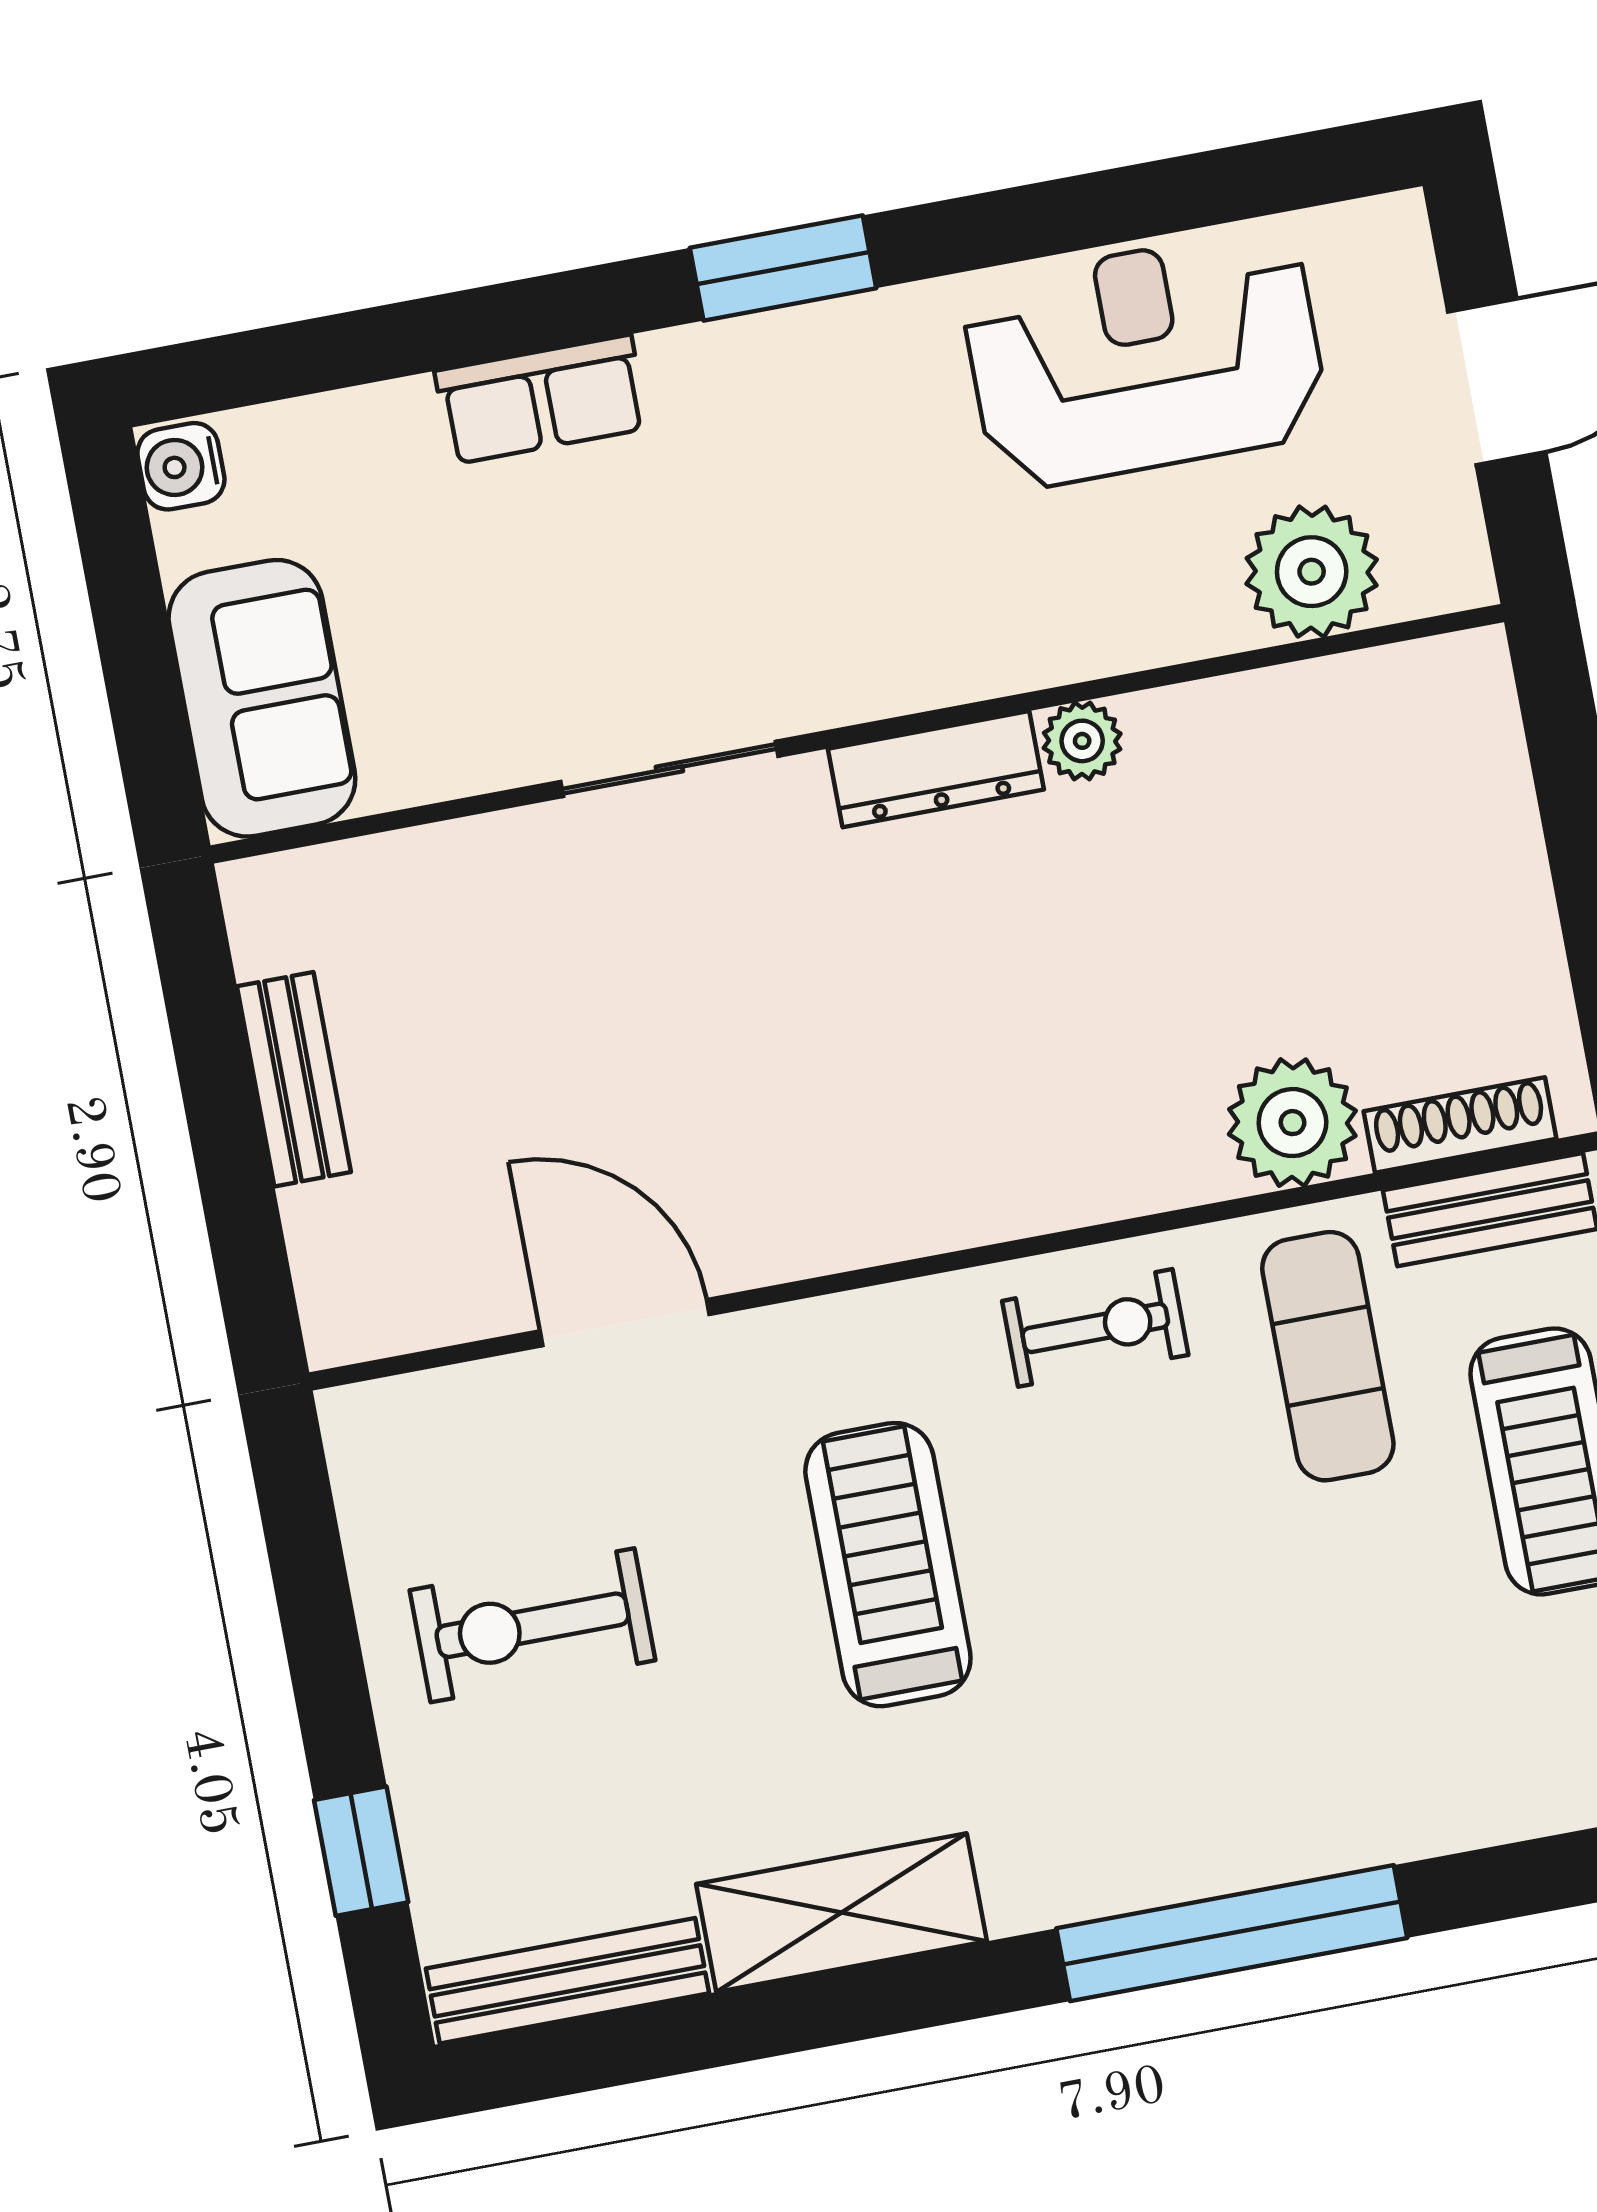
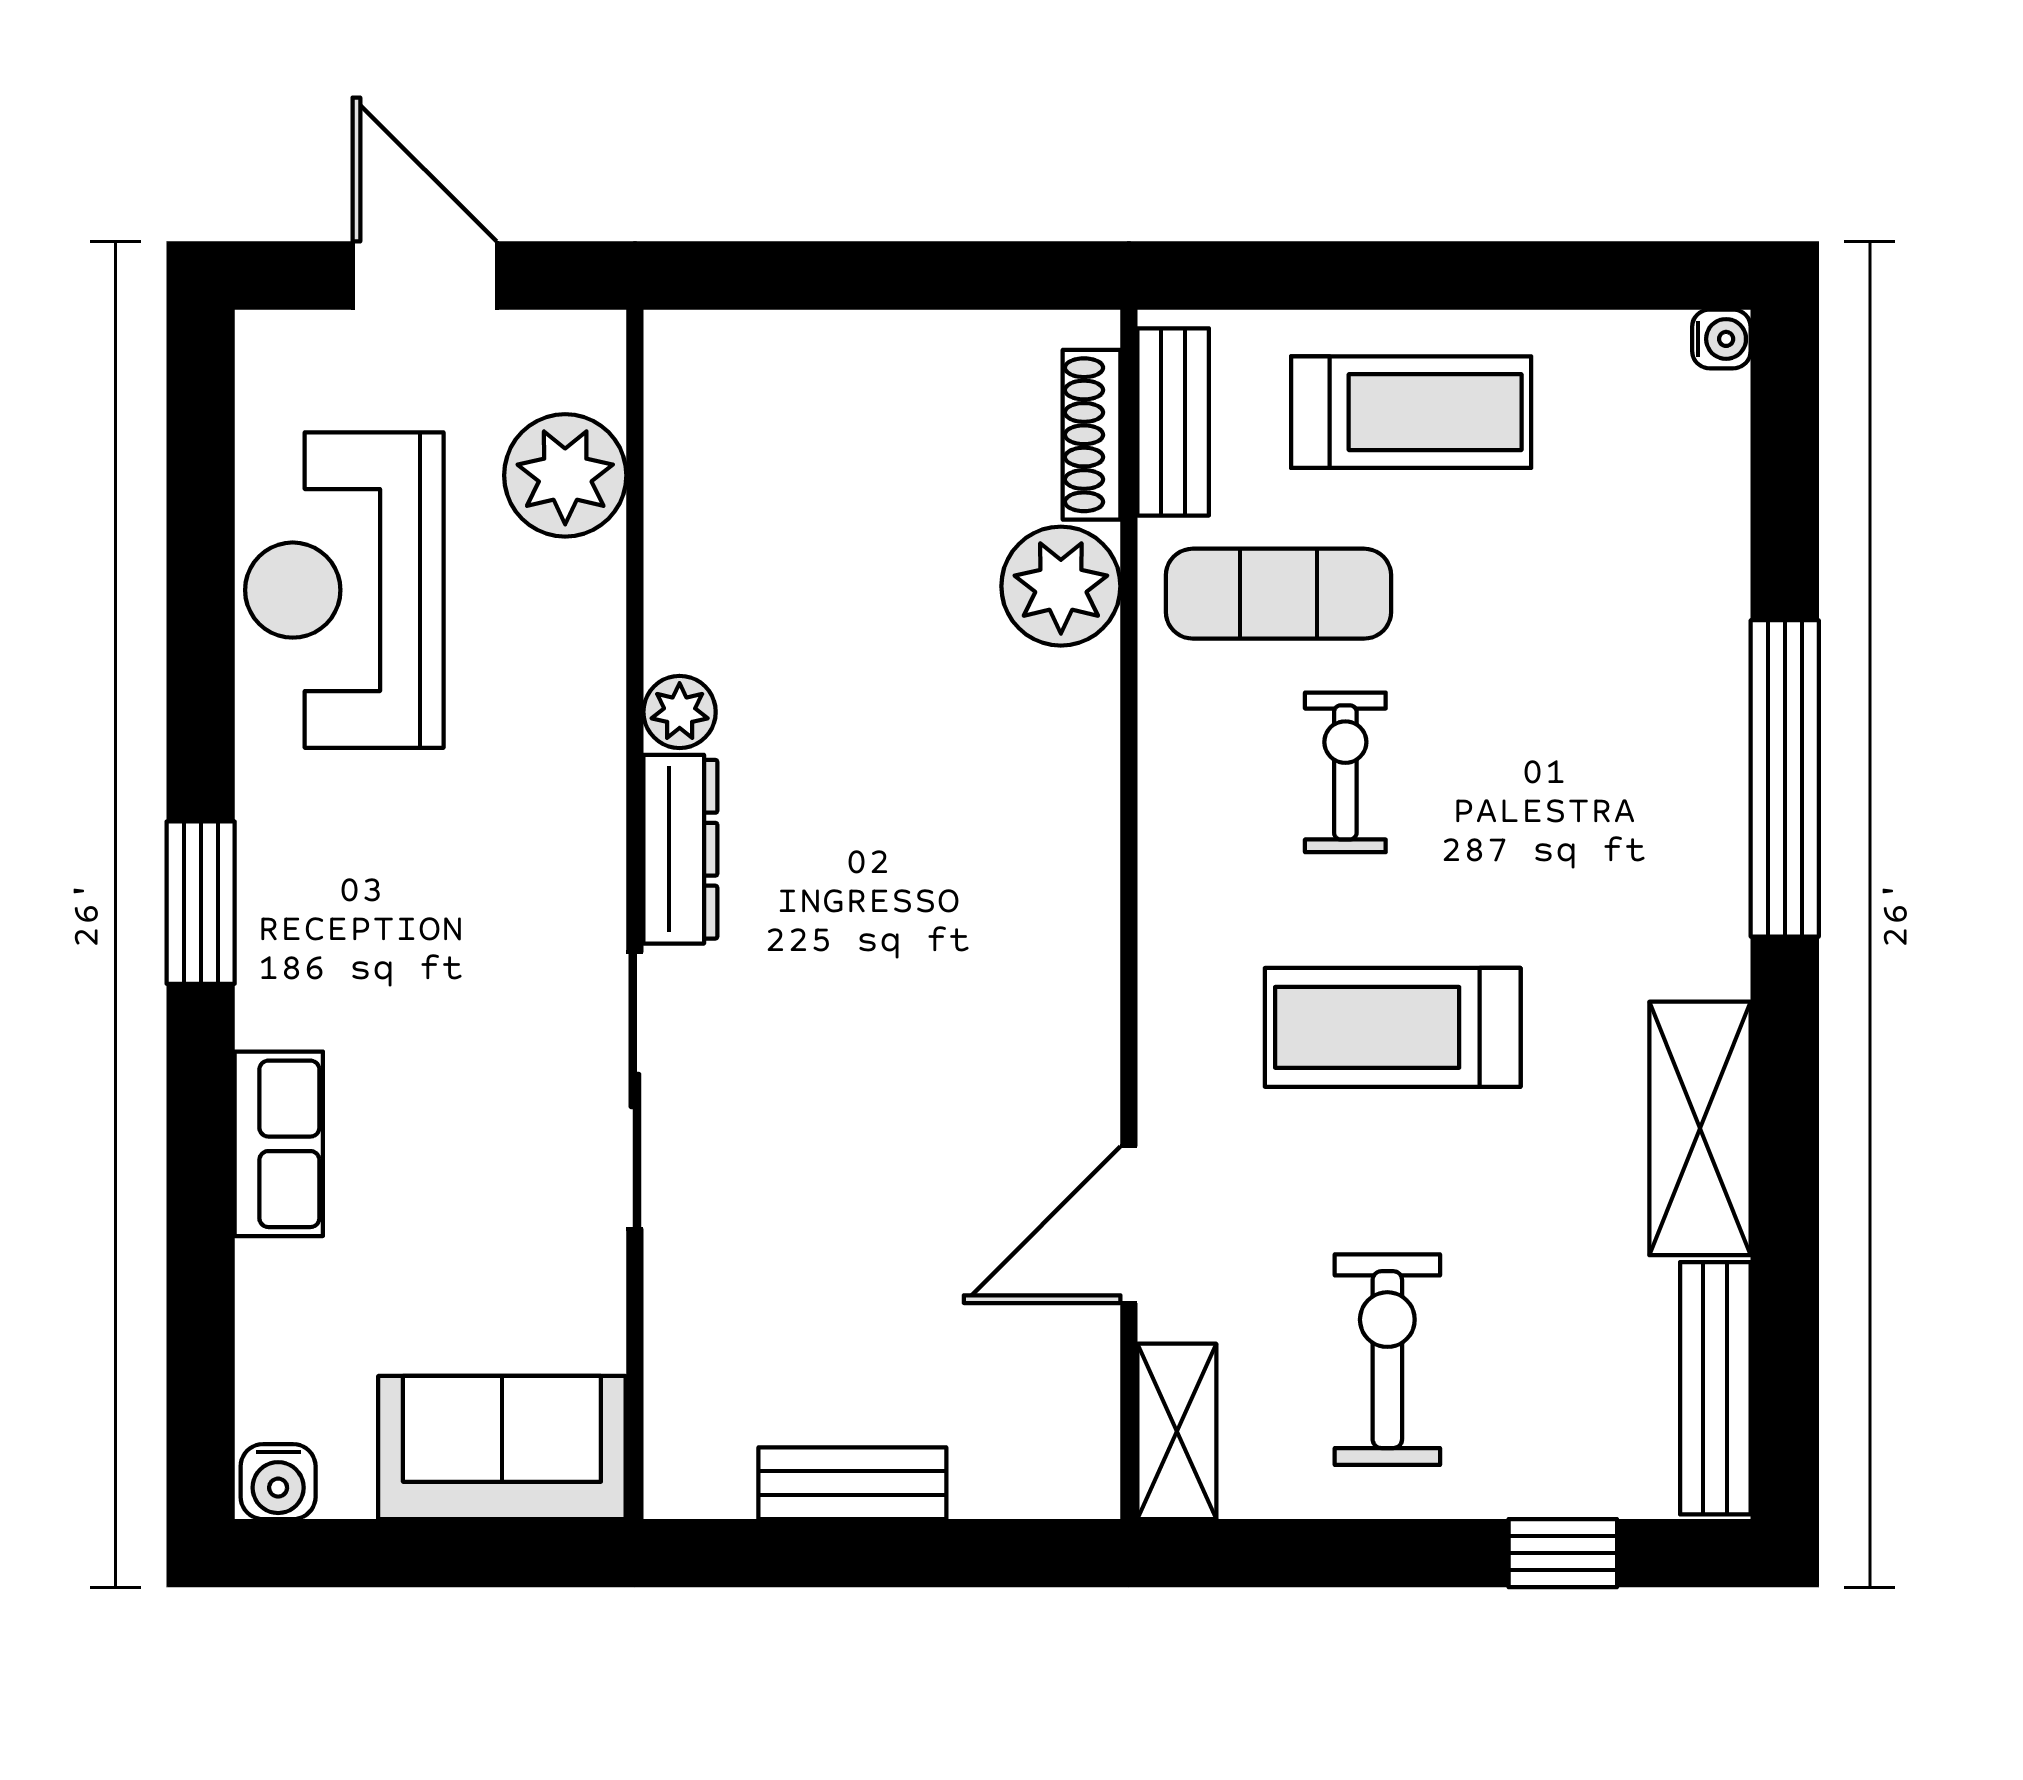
sliding door: (669, 769) -> (635, 1091), width x1.37
exercise bike: (1095, 1328) -> (1345, 772), moved
shelving: (414, 1415) -> (1177, 1431), added
exercise bike: (532, 1625) -> (1387, 1360), turned 180

